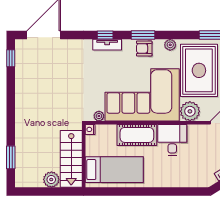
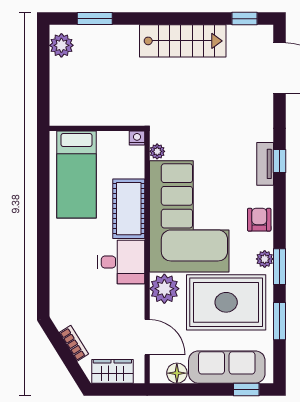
window: (143, 35) -> (279, 267), moved
stairs: (71, 159) -> (183, 41), moved, turned 180
plant: (51, 180) -> (61, 45), moved

